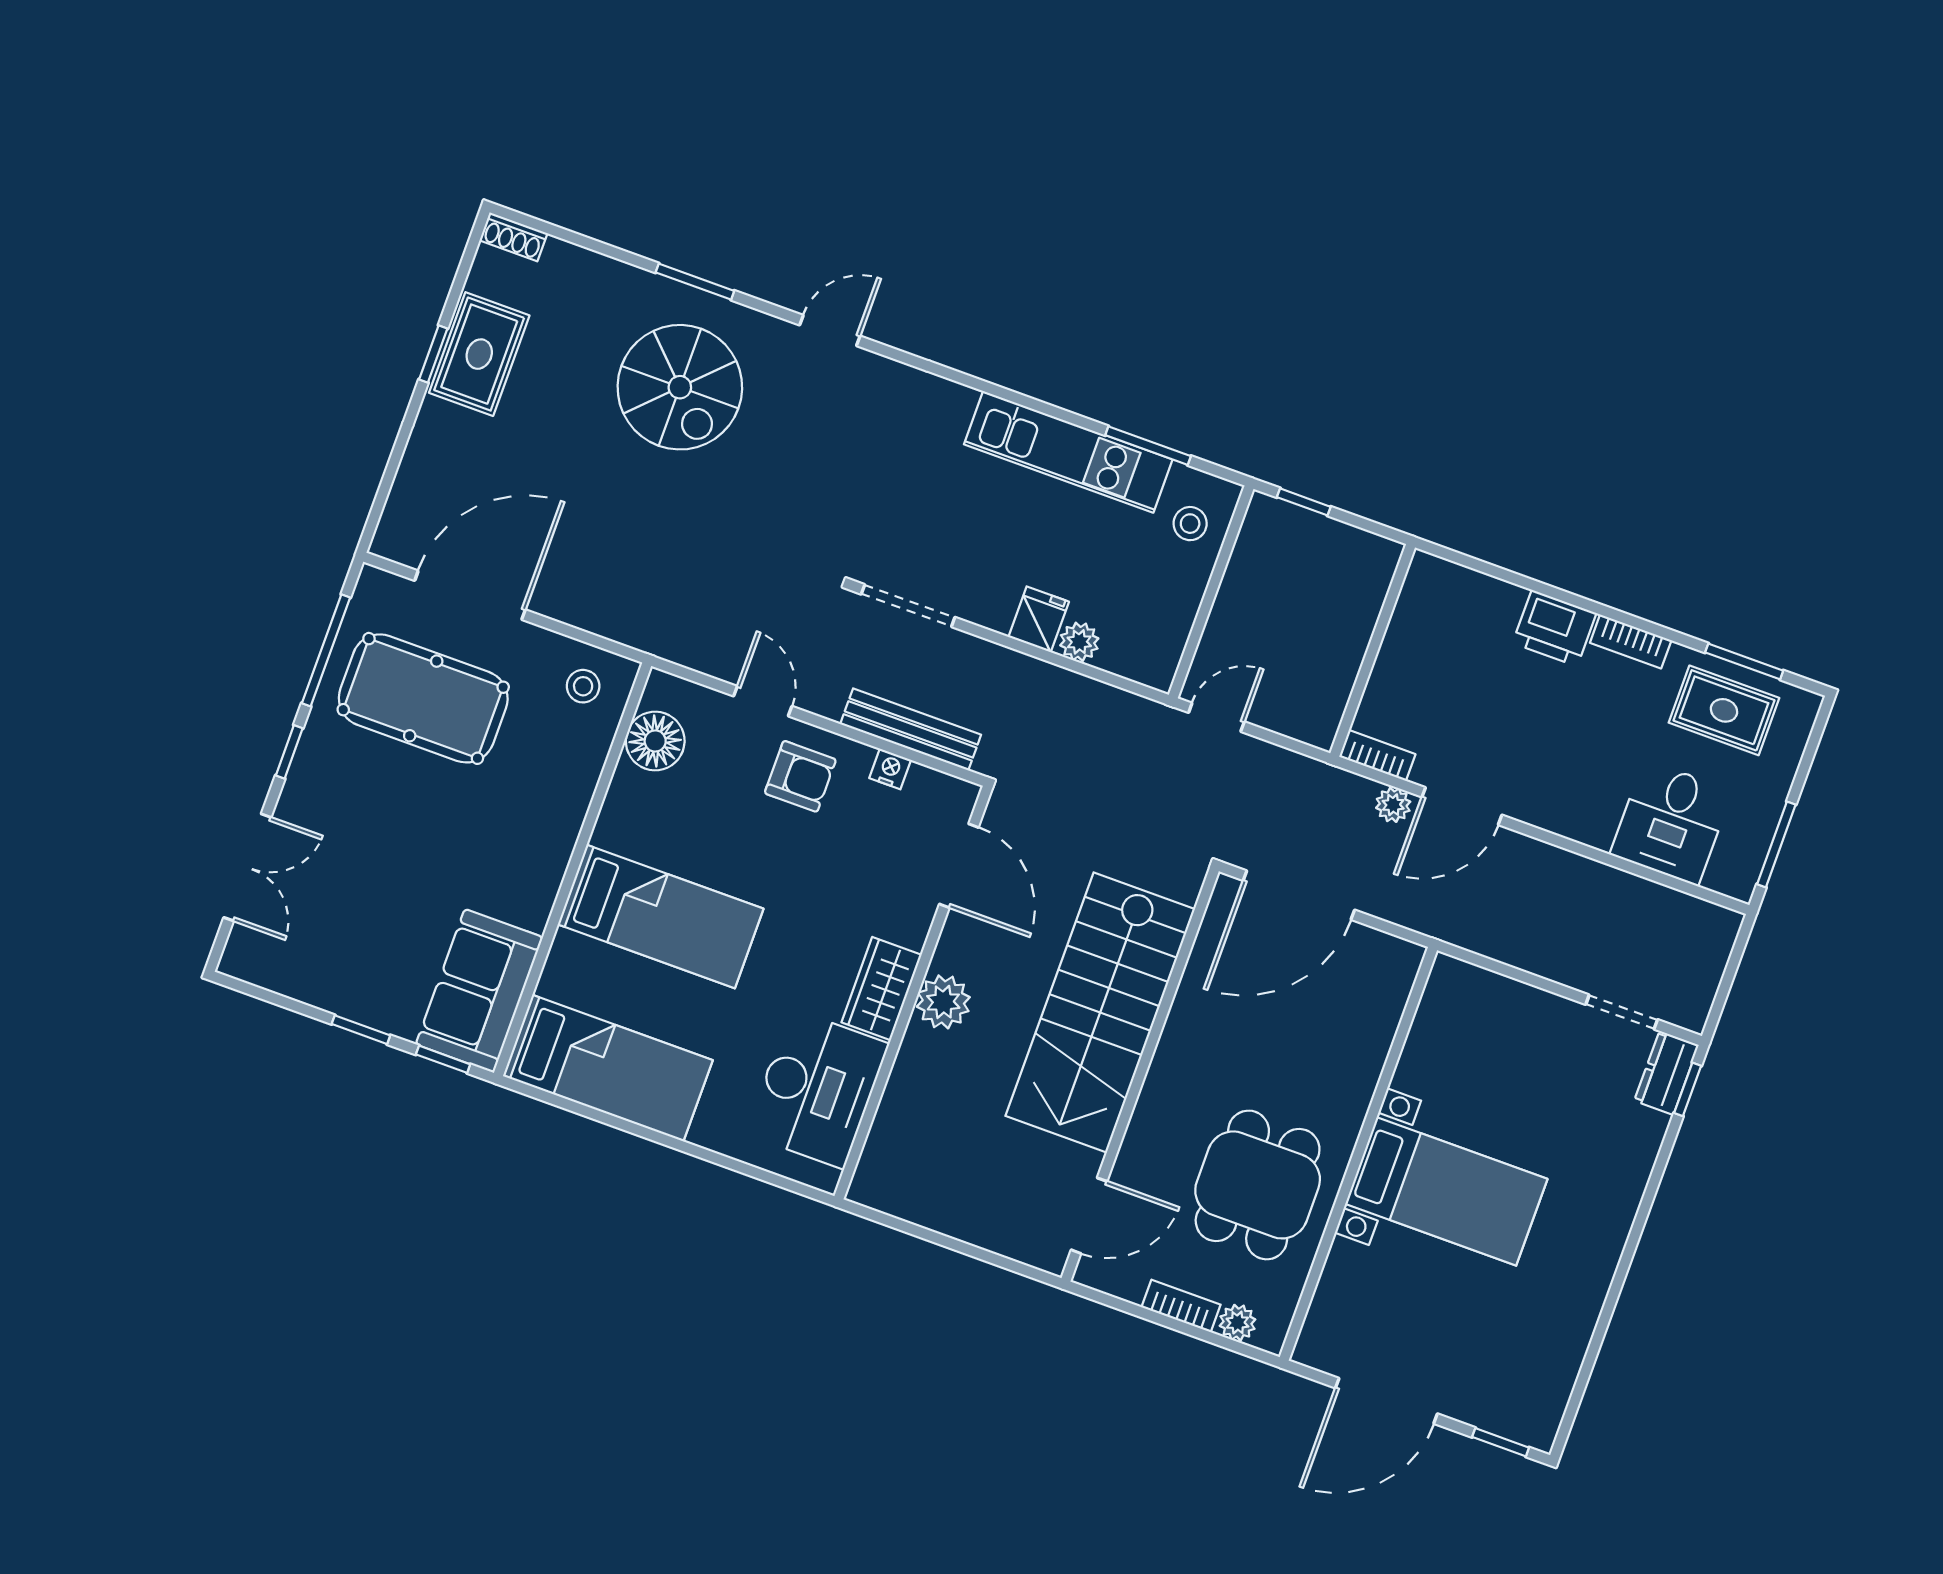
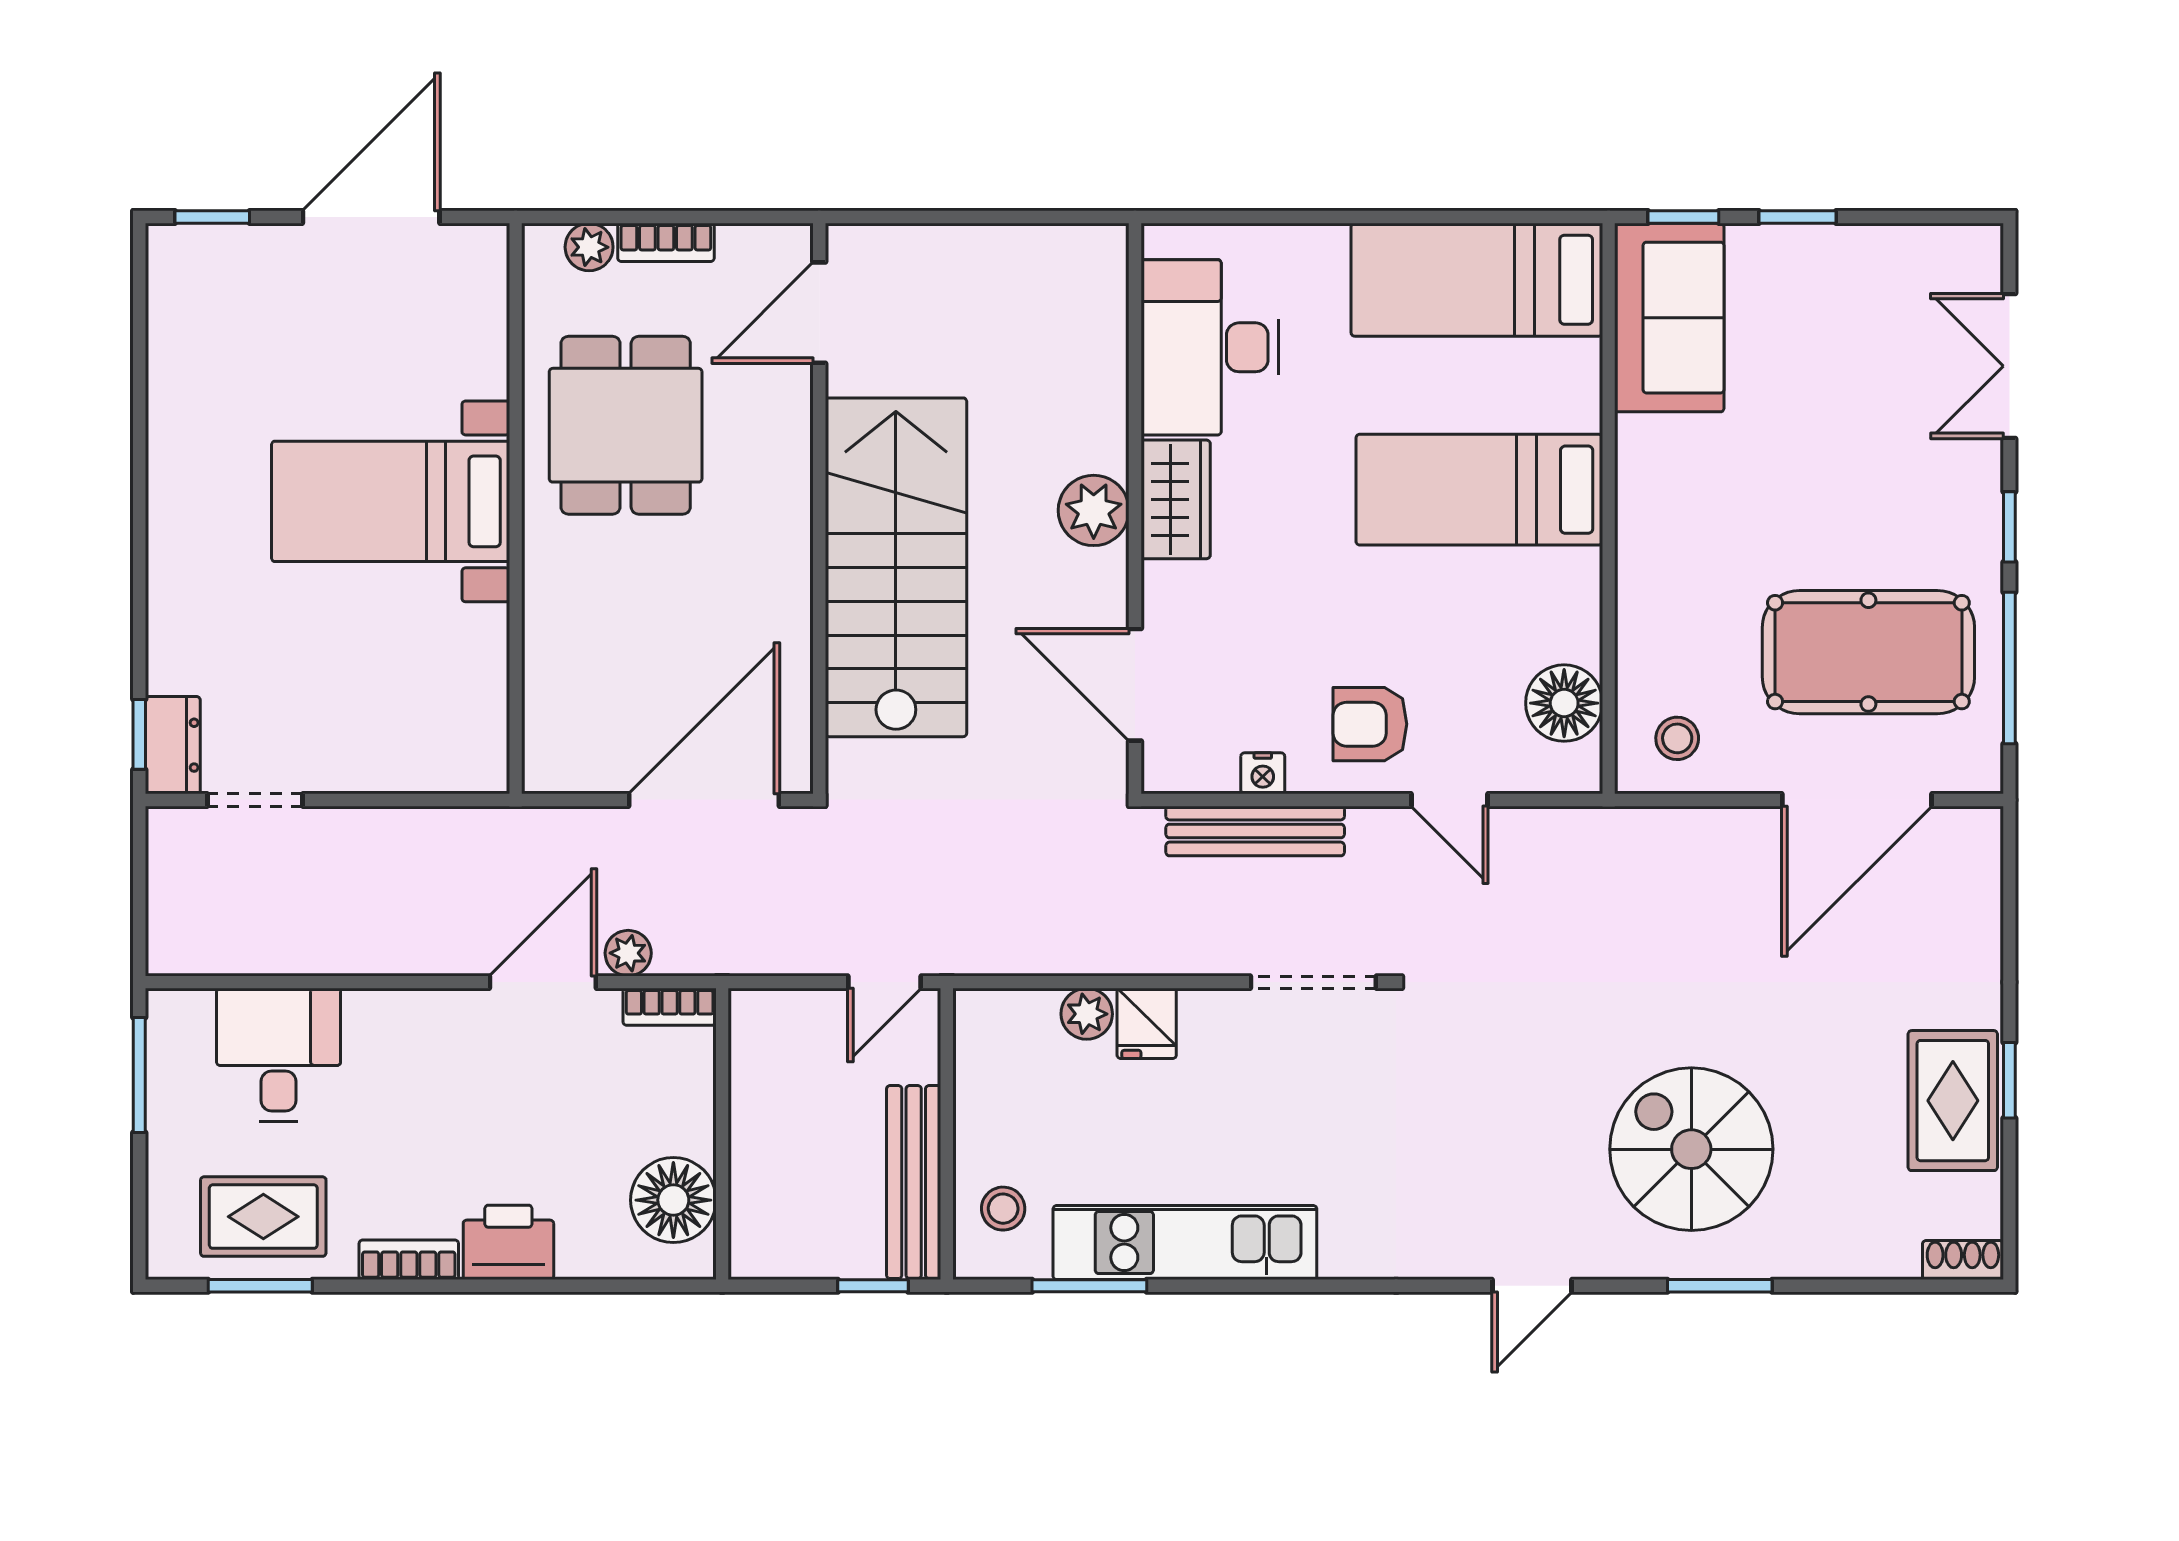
bench: (1247, 566) -> (914, 1182), added
floor lamp: (1425, 616) -> (673, 1200), added

